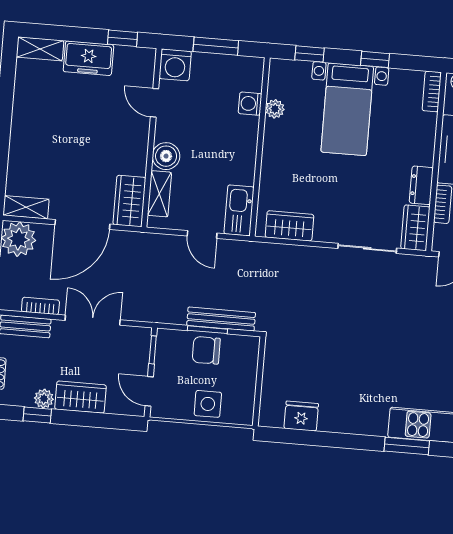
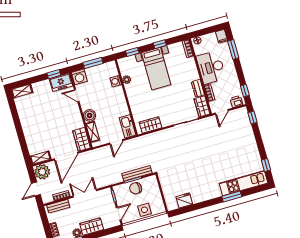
freezer: (88, 58) -> (61, 82), moved
door: (202, 234) -> (116, 142), hinge flipped
door: (149, 391) -> (119, 214), swing flipped

